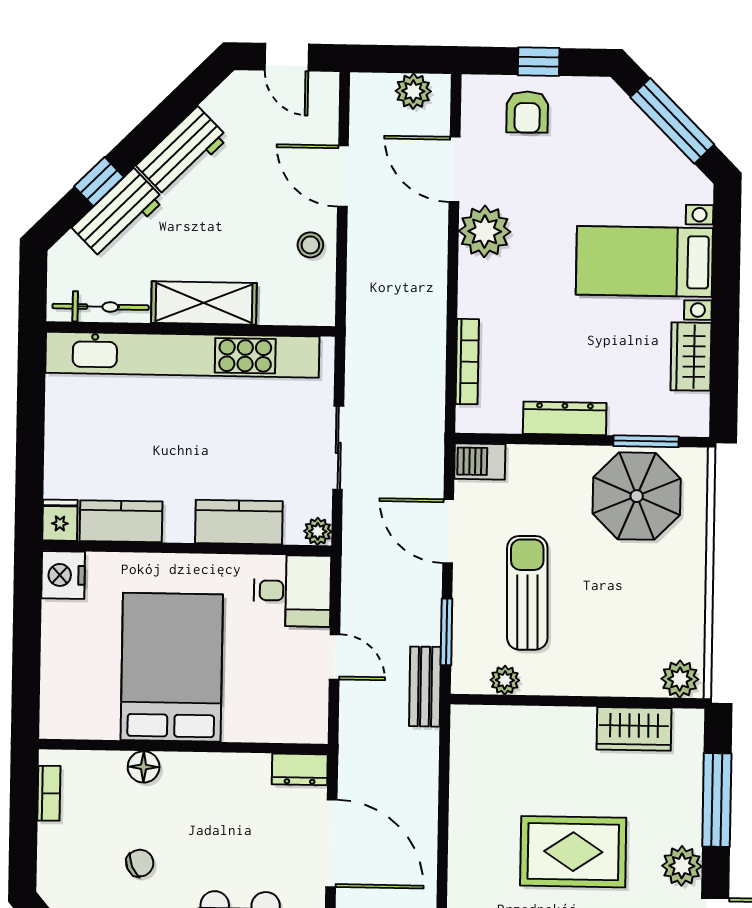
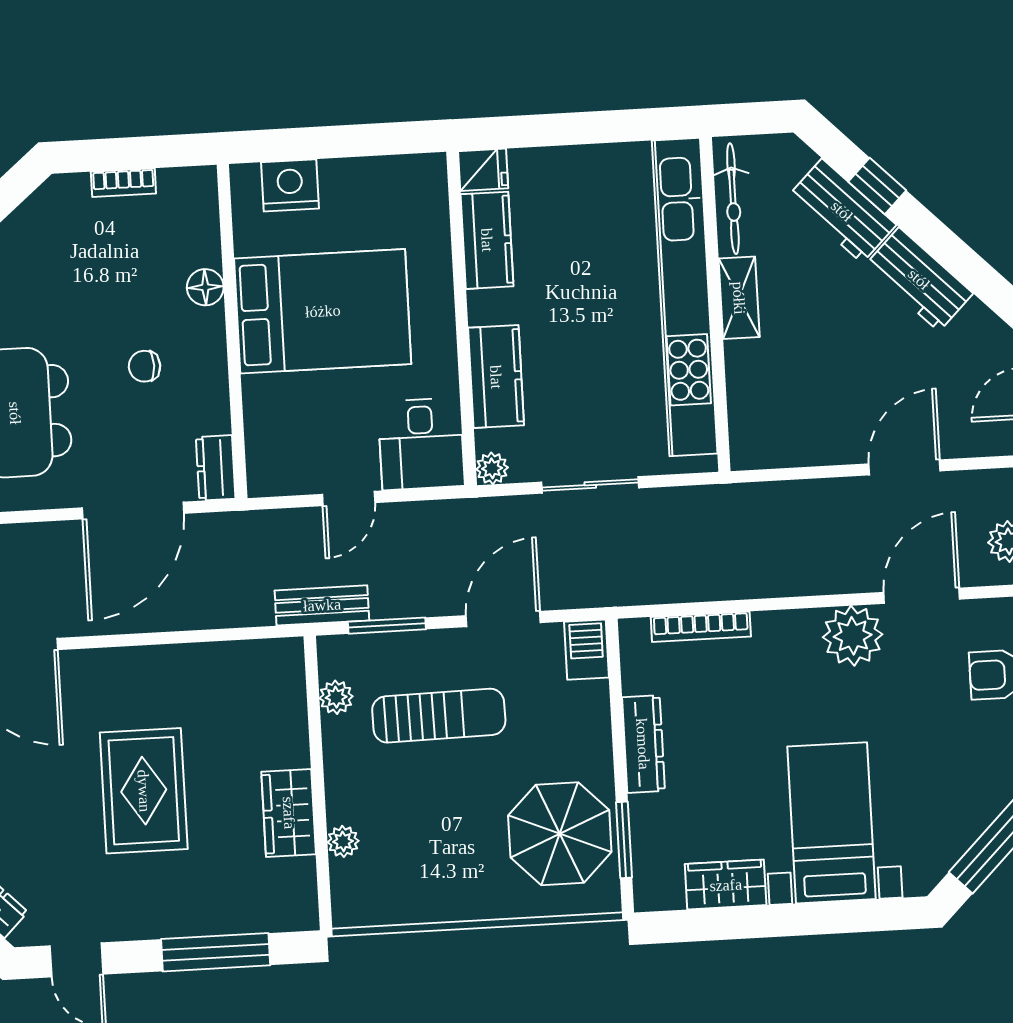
stool: (310, 245) -> (822, 436), removed
shelving: (204, 303) -> (739, 298), width x0.67, depth x0.75
nightstand: (63, 575) -> (290, 185), moved
plant: (680, 679) -> (343, 841), moved, width x0.73, depth x0.73
wardrobe: (634, 729) -> (289, 813), moved
bookcase: (49, 793) -> (123, 183), moved
chair: (140, 863) -> (145, 366), moved, turned 113
plant: (682, 866) -> (136, 917), removed

